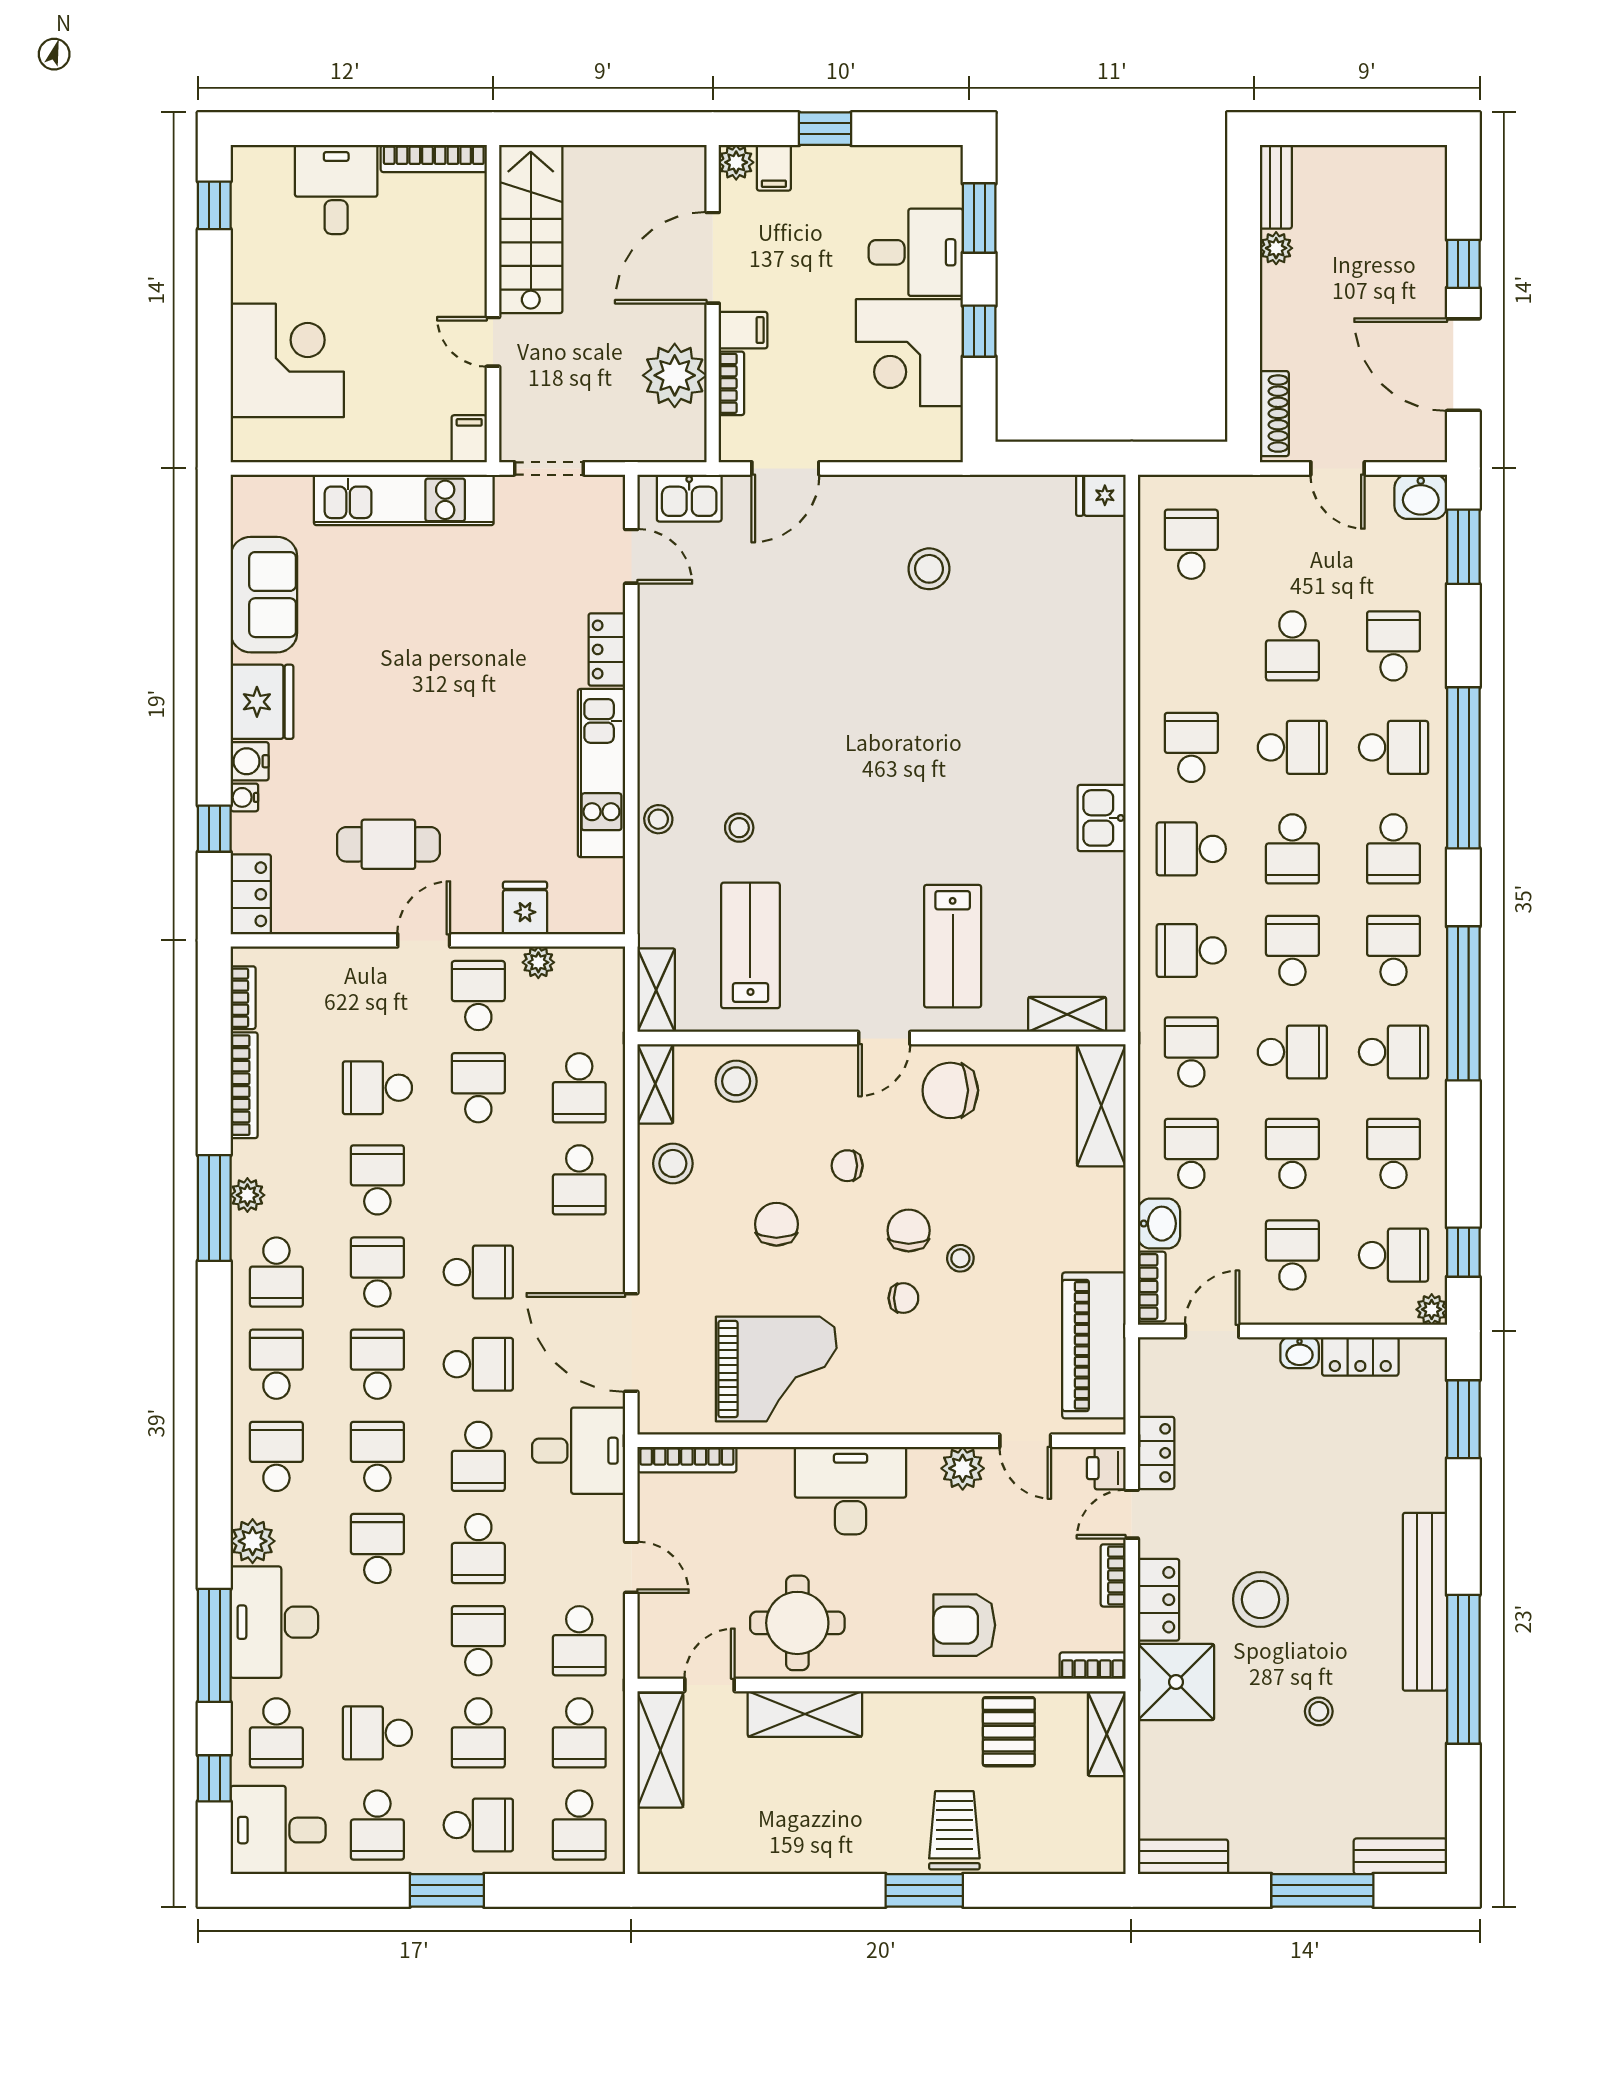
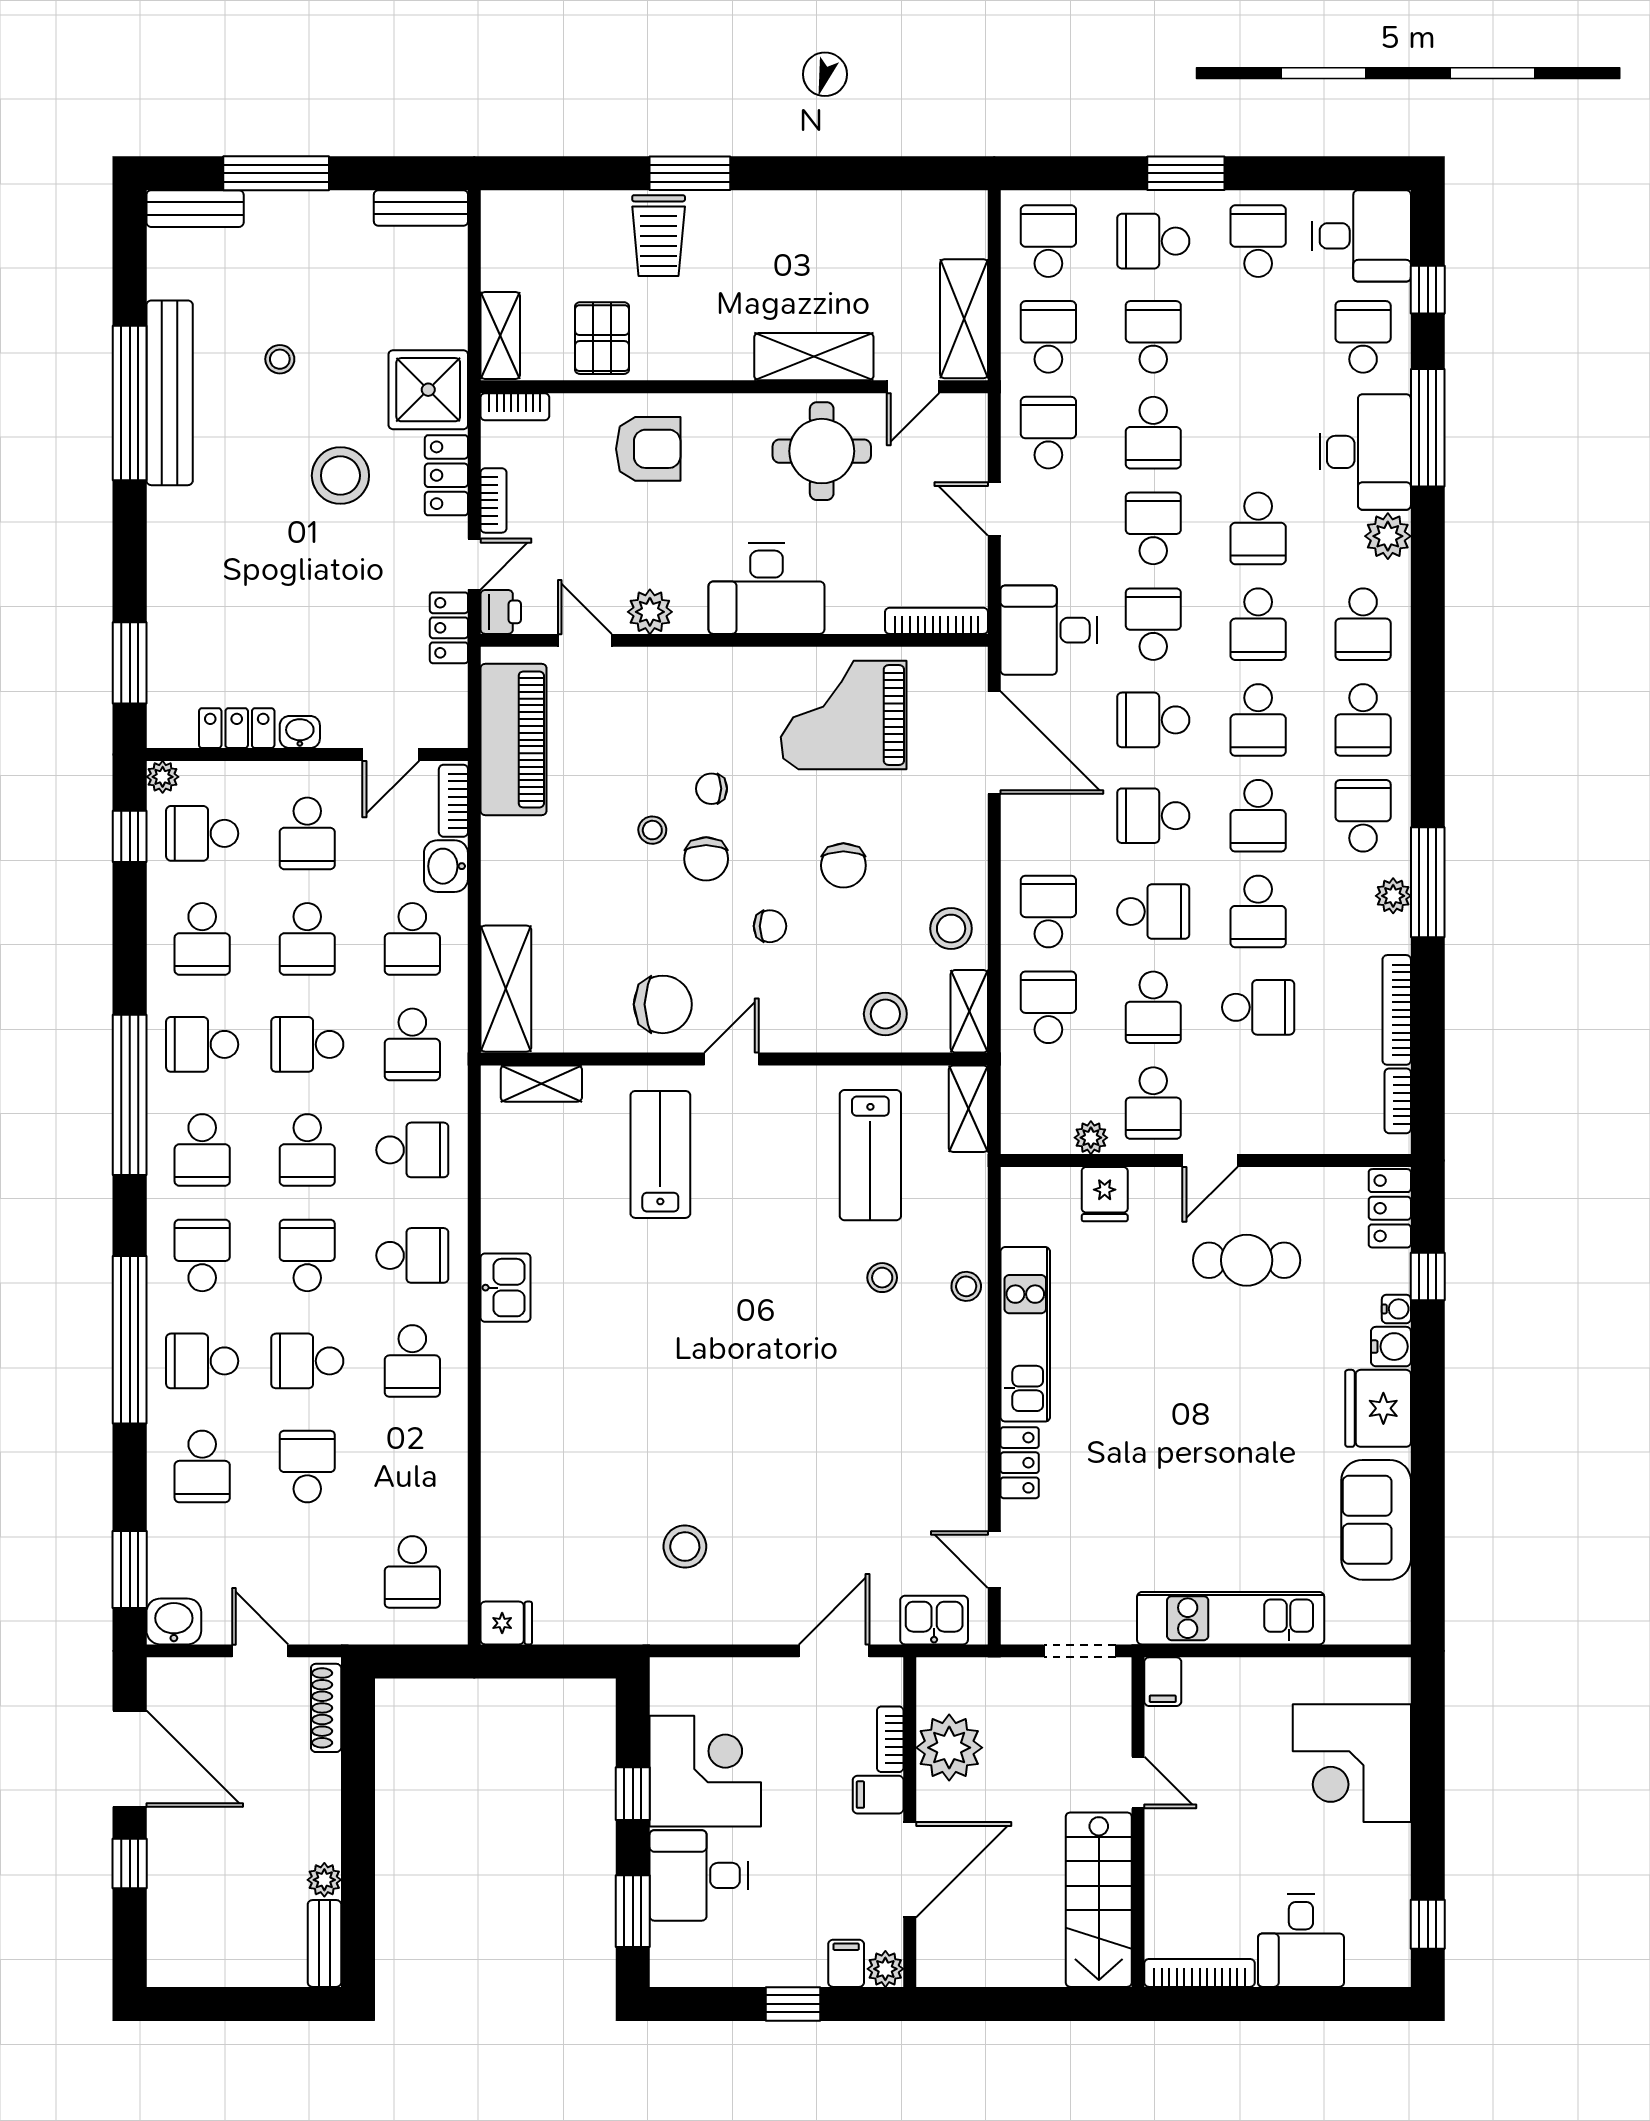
bench: (1425, 1602) -> (170, 393), moved
school desk: (377, 1733) -> (1153, 912), moved

